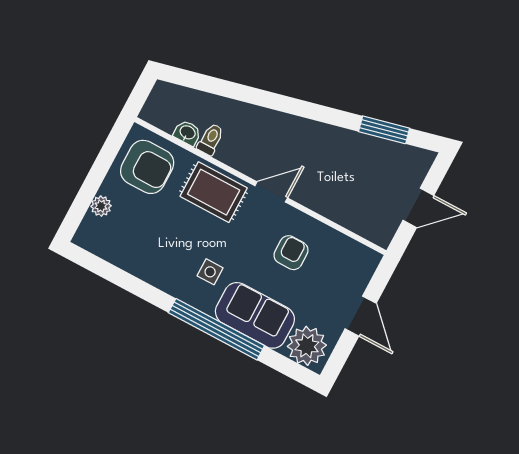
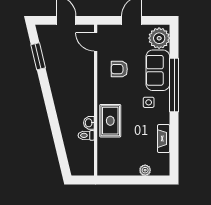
washbasin: (187, 133) -> (89, 123), moved
armchair: (147, 167) -> (115, 158), removed
door: (271, 192) -> (96, 42), moved
fireplace: (137, 265) -> (164, 139), added

